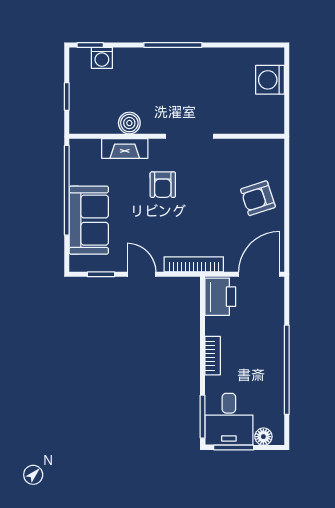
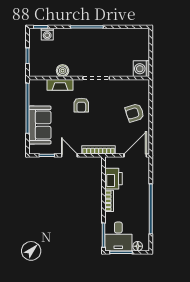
washing machine: (270, 80) -> (141, 69), moved
printer: (220, 297) -> (113, 179), moved

